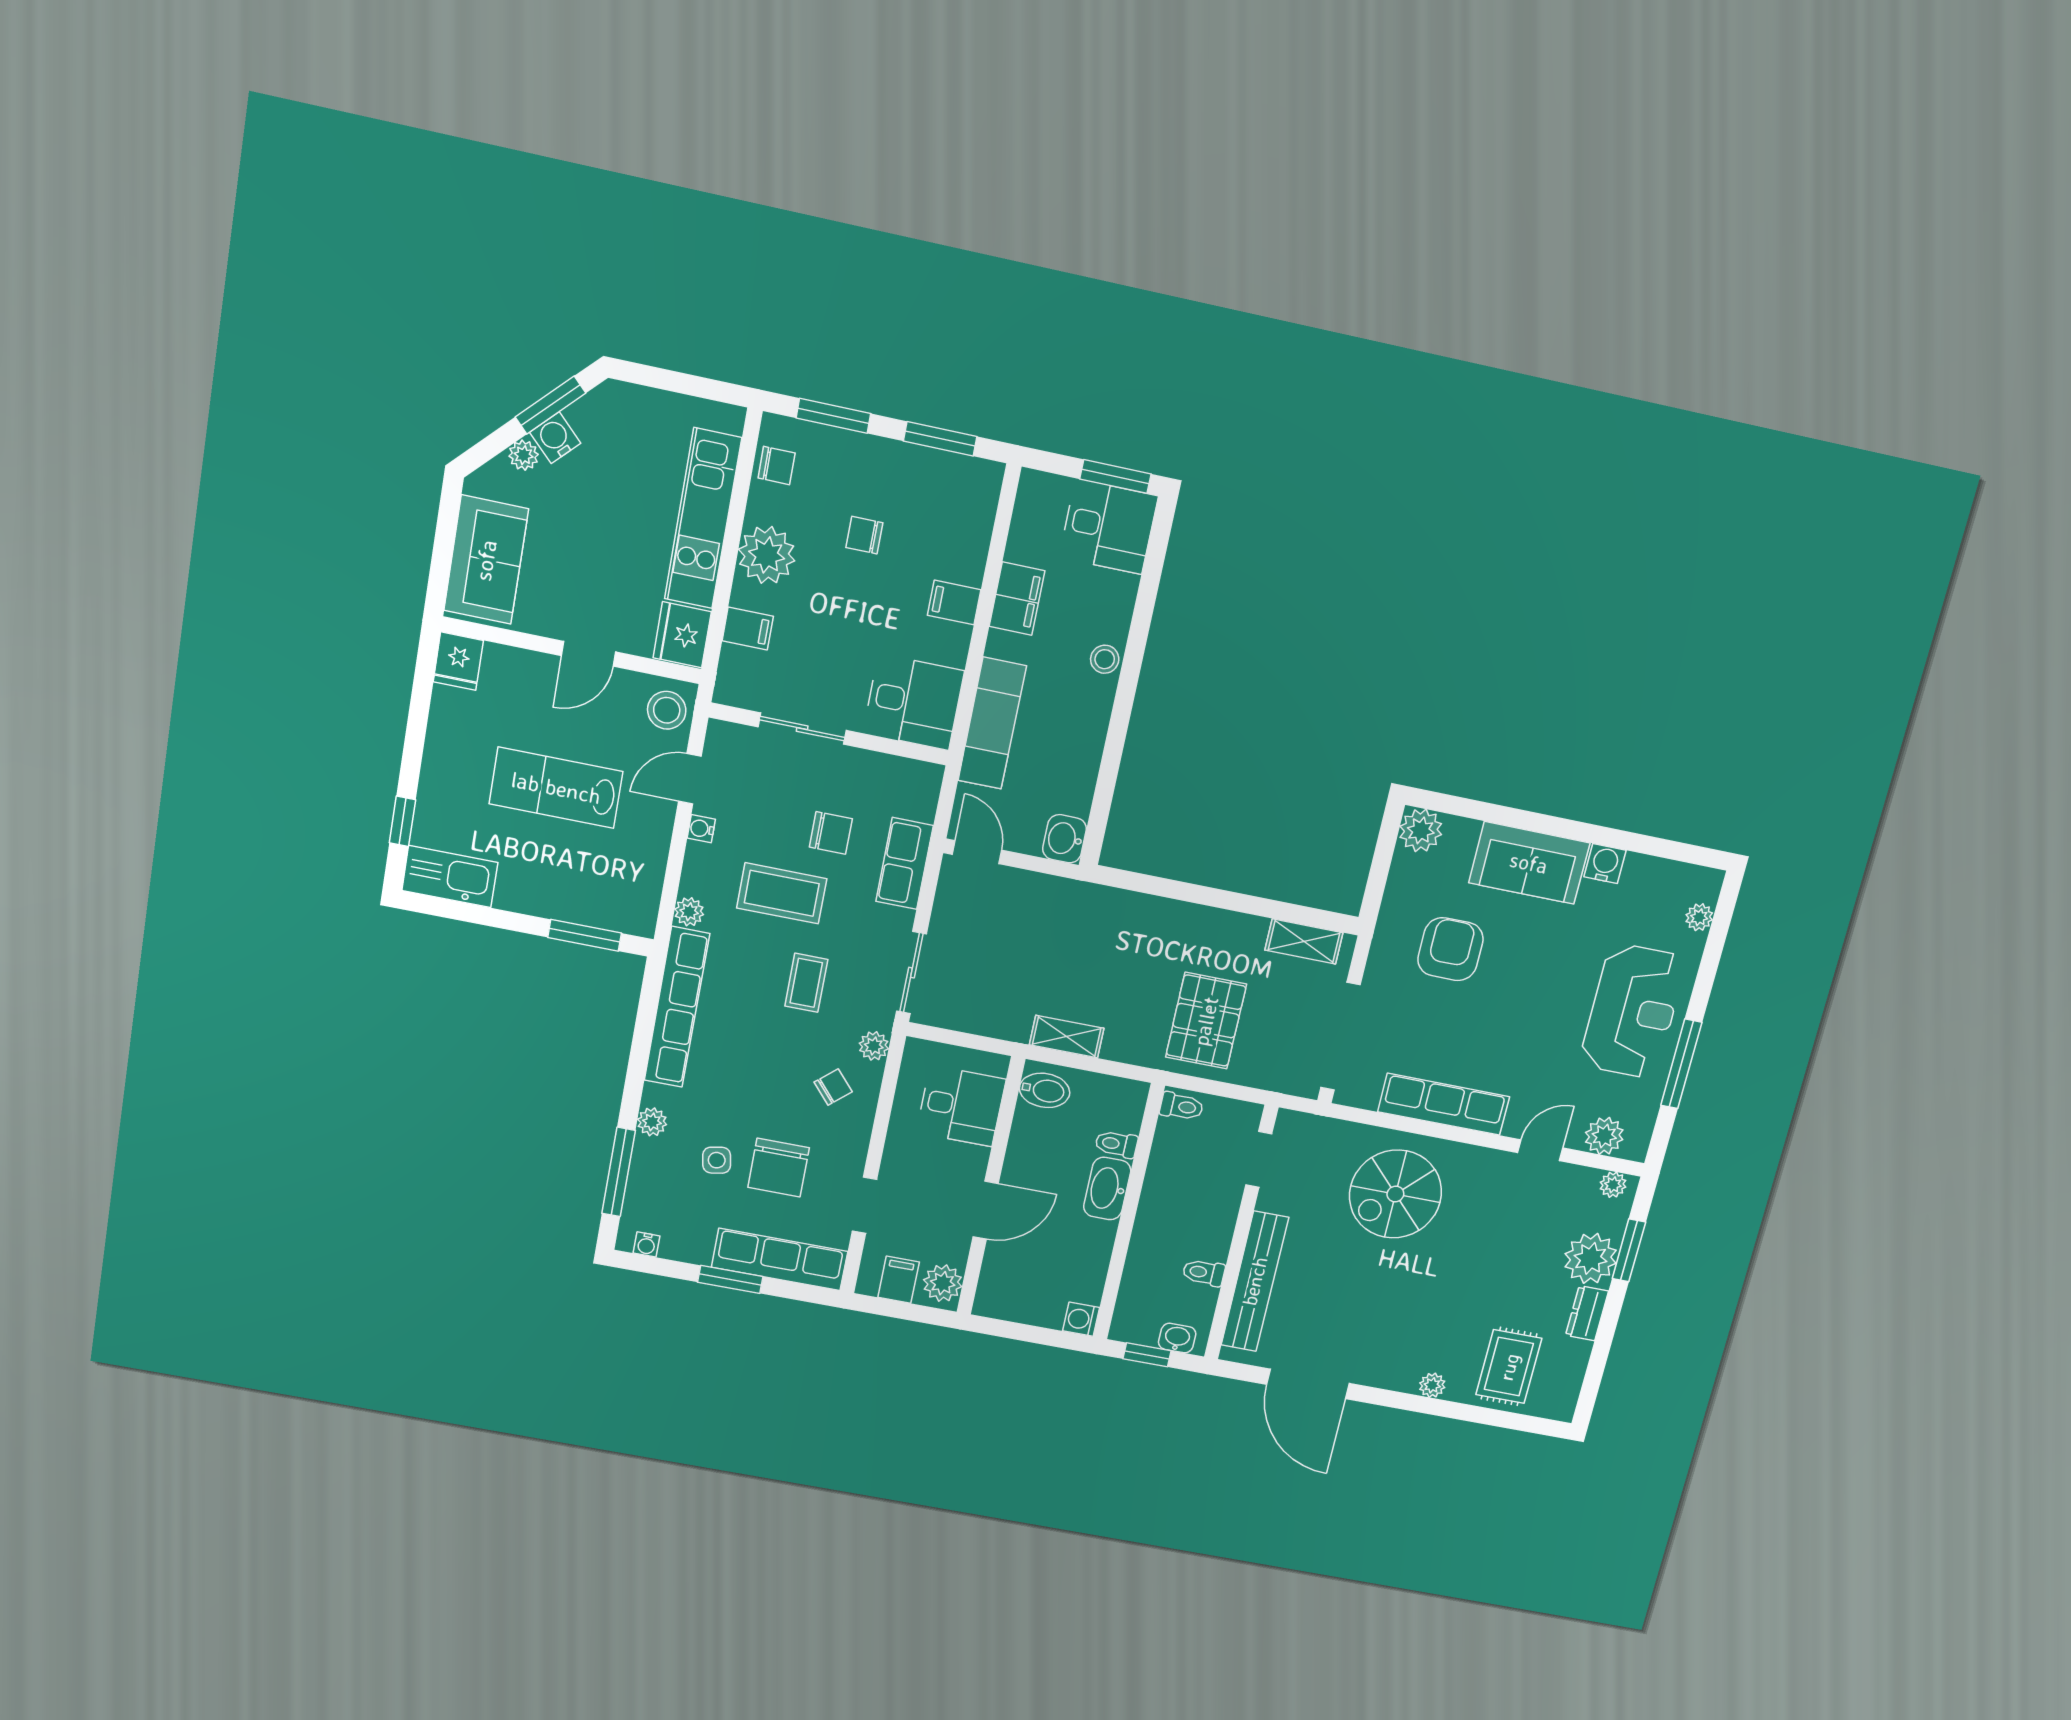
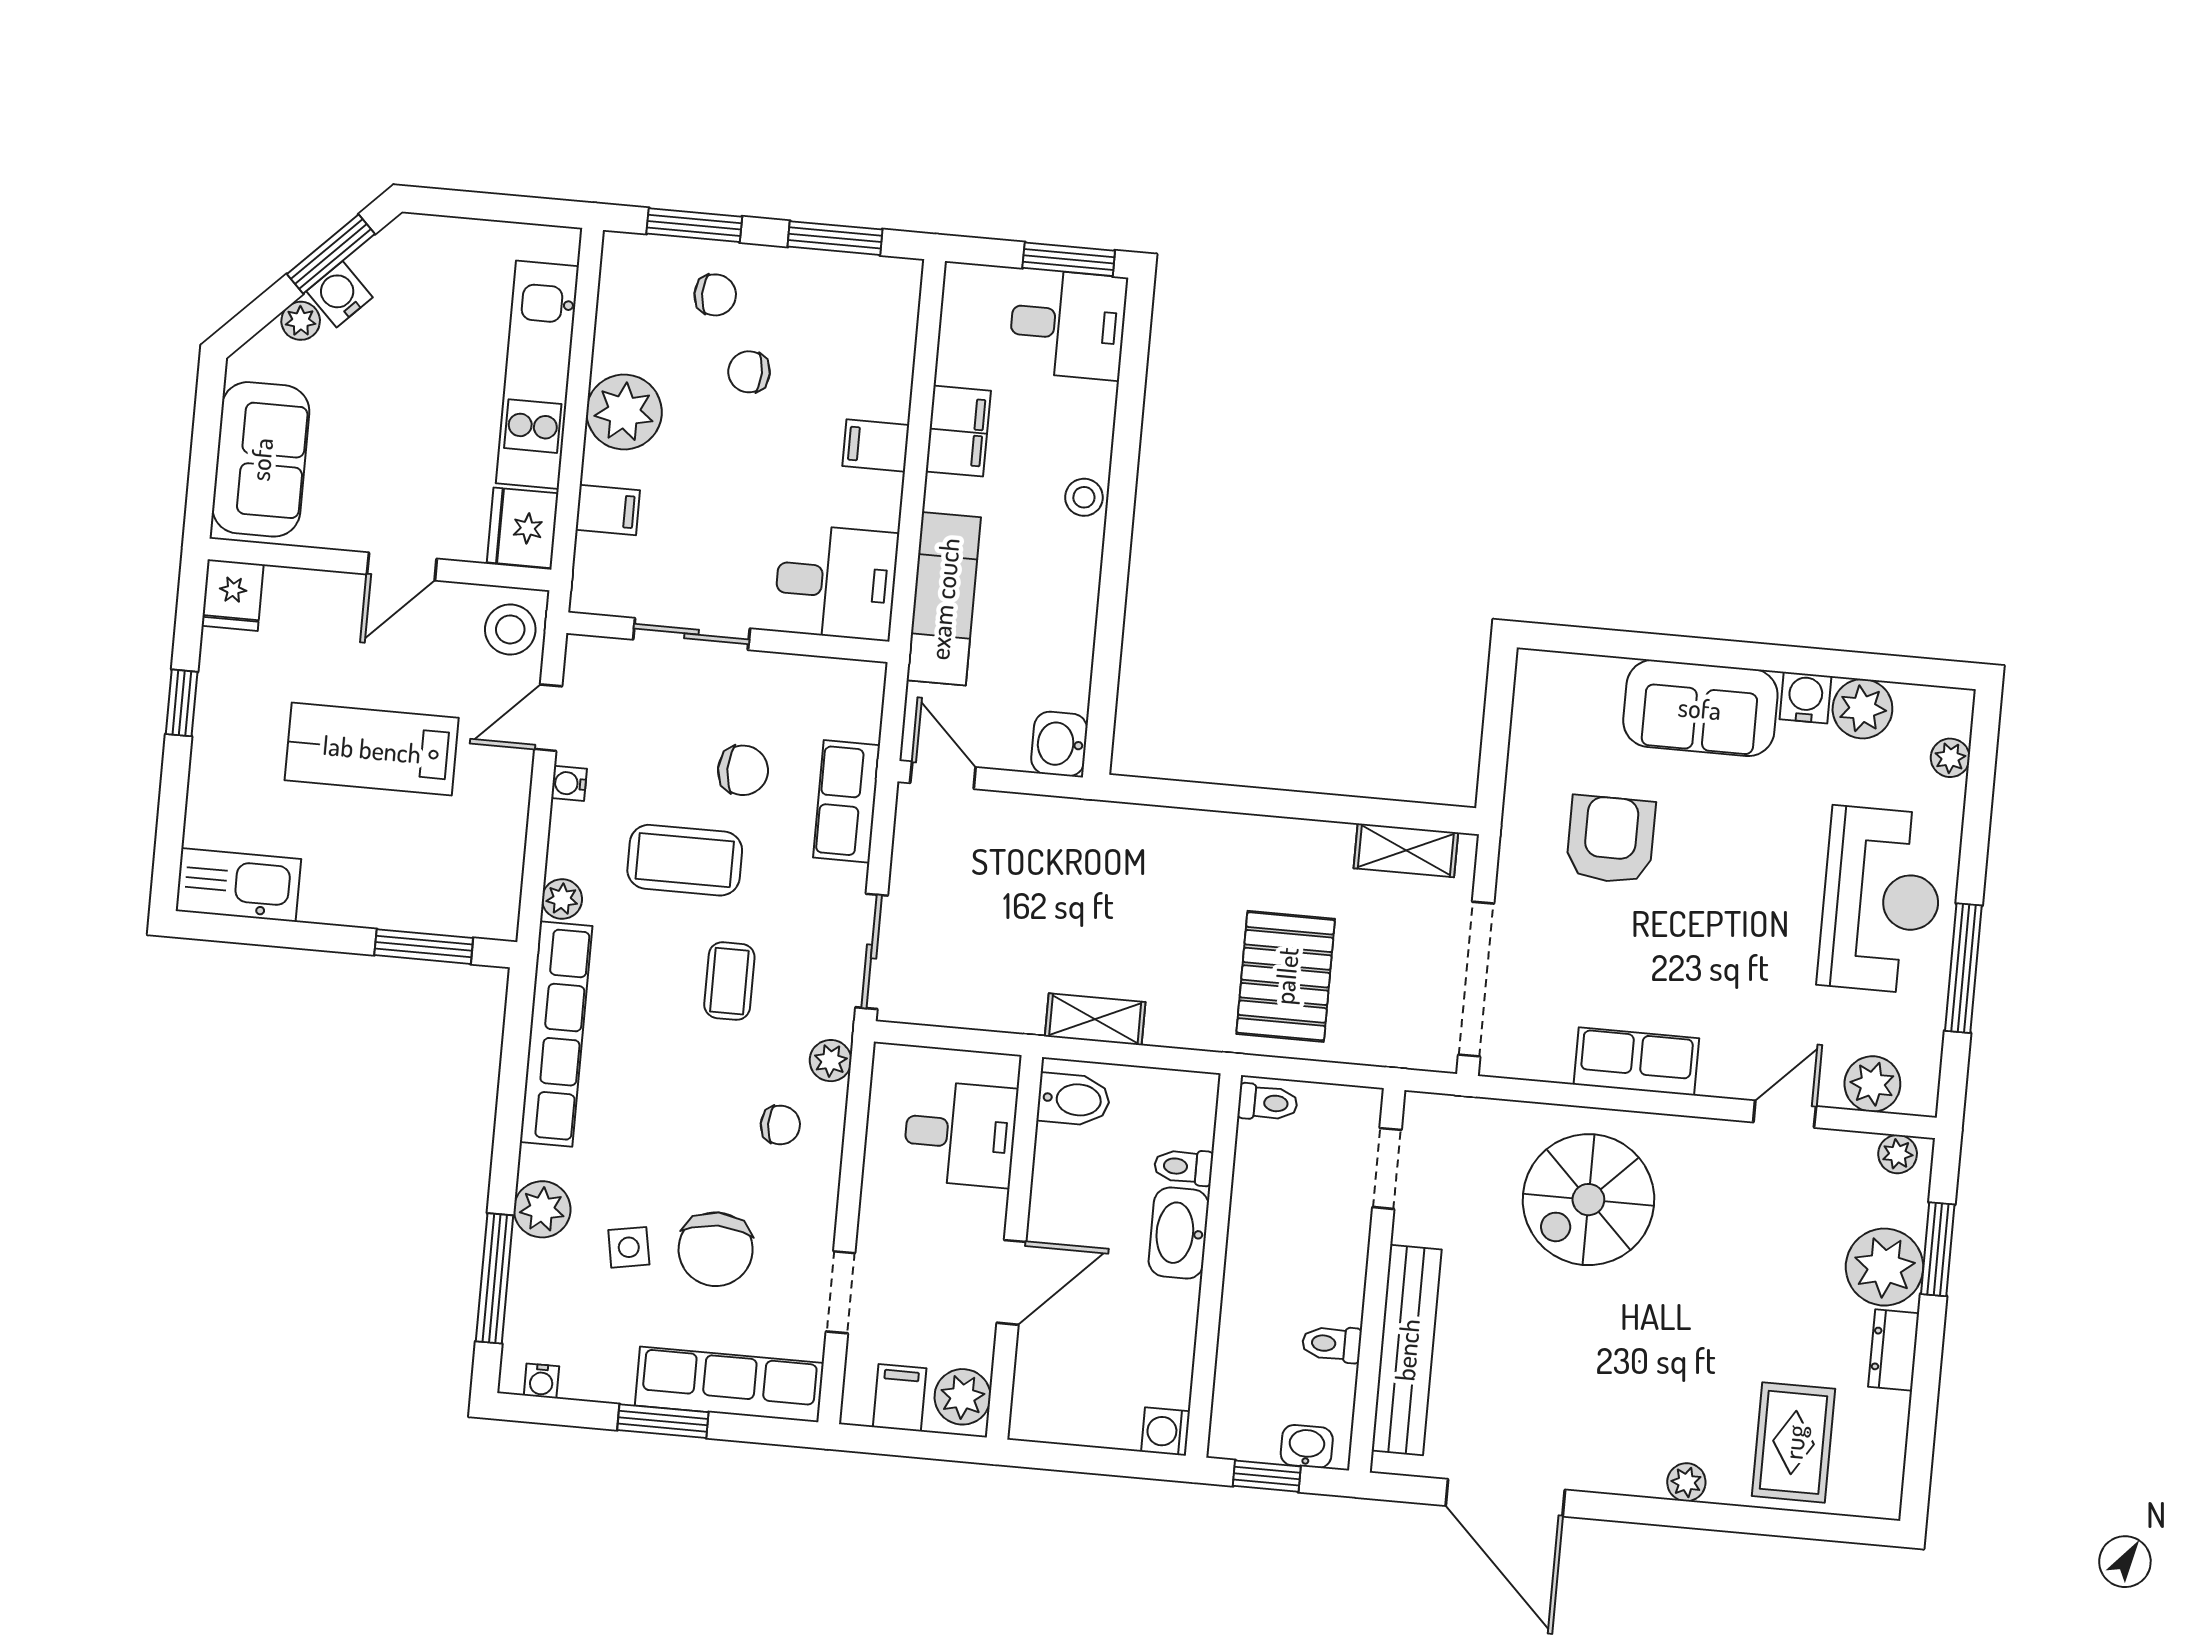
chair: (777, 466) -> (715, 295), moved
window: (402, 821) -> (182, 703), moved
plant: (1421, 830) -> (1862, 709), moved
chair: (833, 1087) -> (780, 1125), turned 41
row of seats: (1444, 1104) -> (1636, 1061), width x0.68
plant: (652, 1122) -> (542, 1209), width x1.38, depth x1.38

